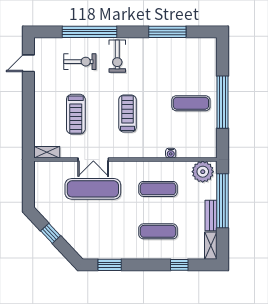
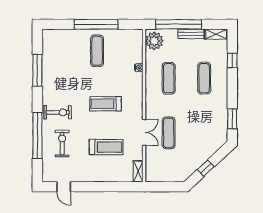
exercise mat: (93, 189) -> (169, 133), width x0.73, depth x0.69

